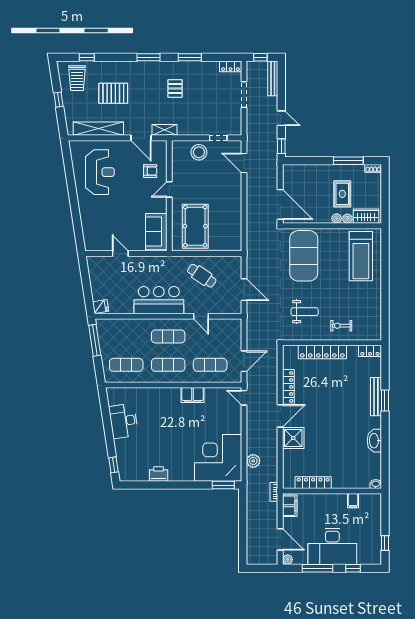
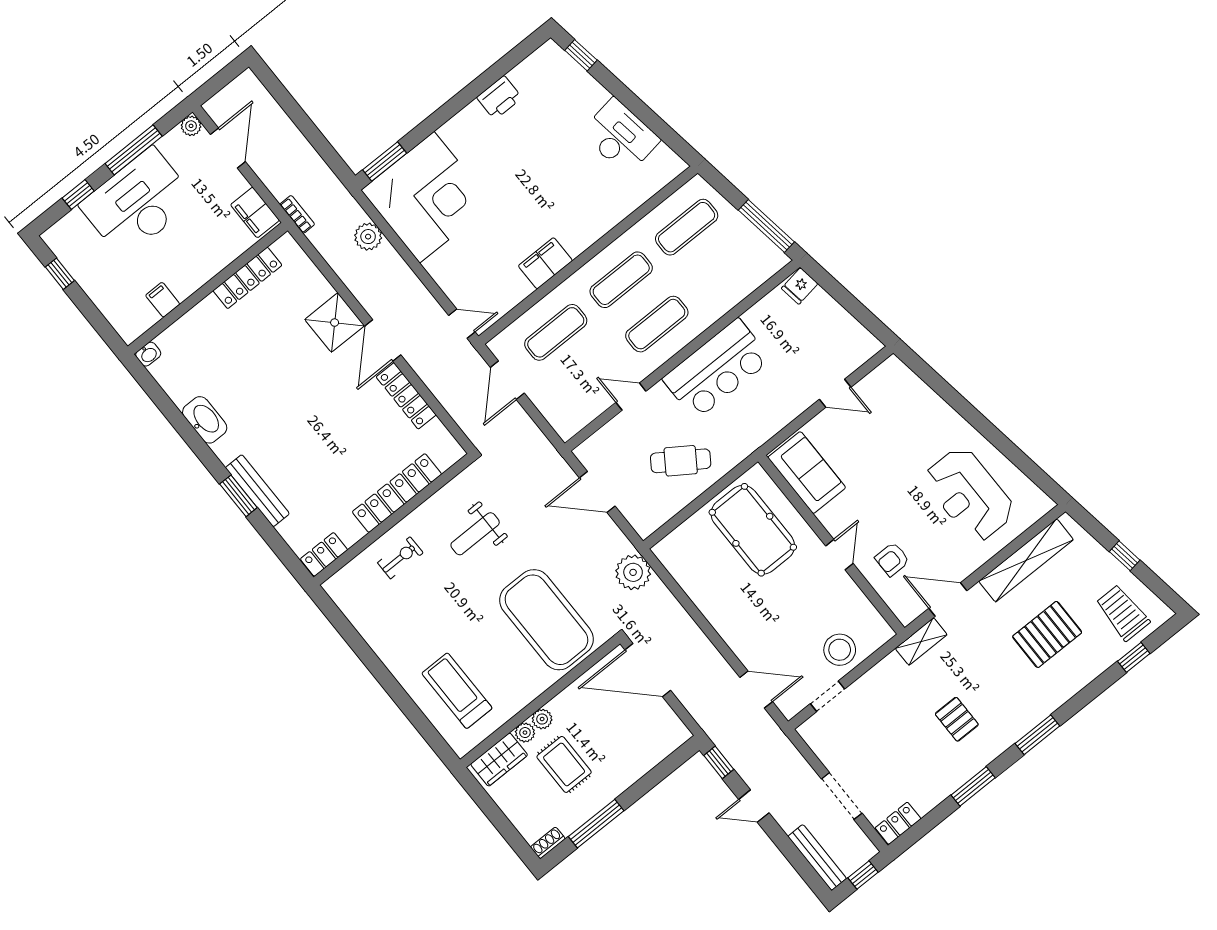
plant: (255, 247) -> (633, 572), added
treadmill: (361, 256) -> (457, 691), width x0.73, depth x0.73
door: (280, 539) -> (228, 148), swing flipped

